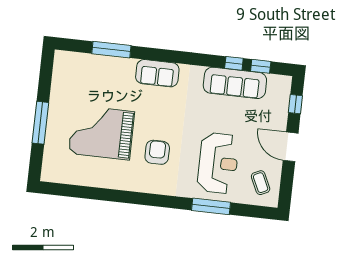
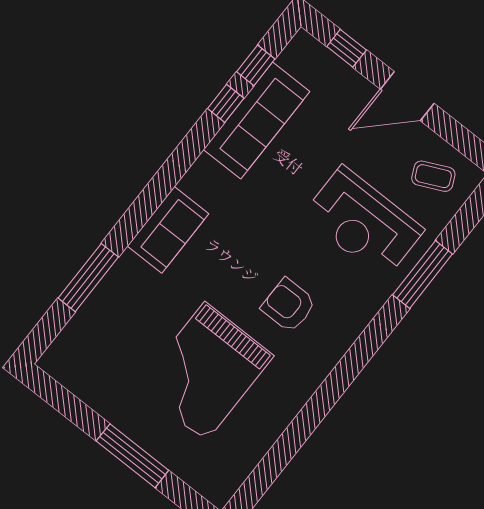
reception desk: (218, 163) -> (363, 223), turned 180

